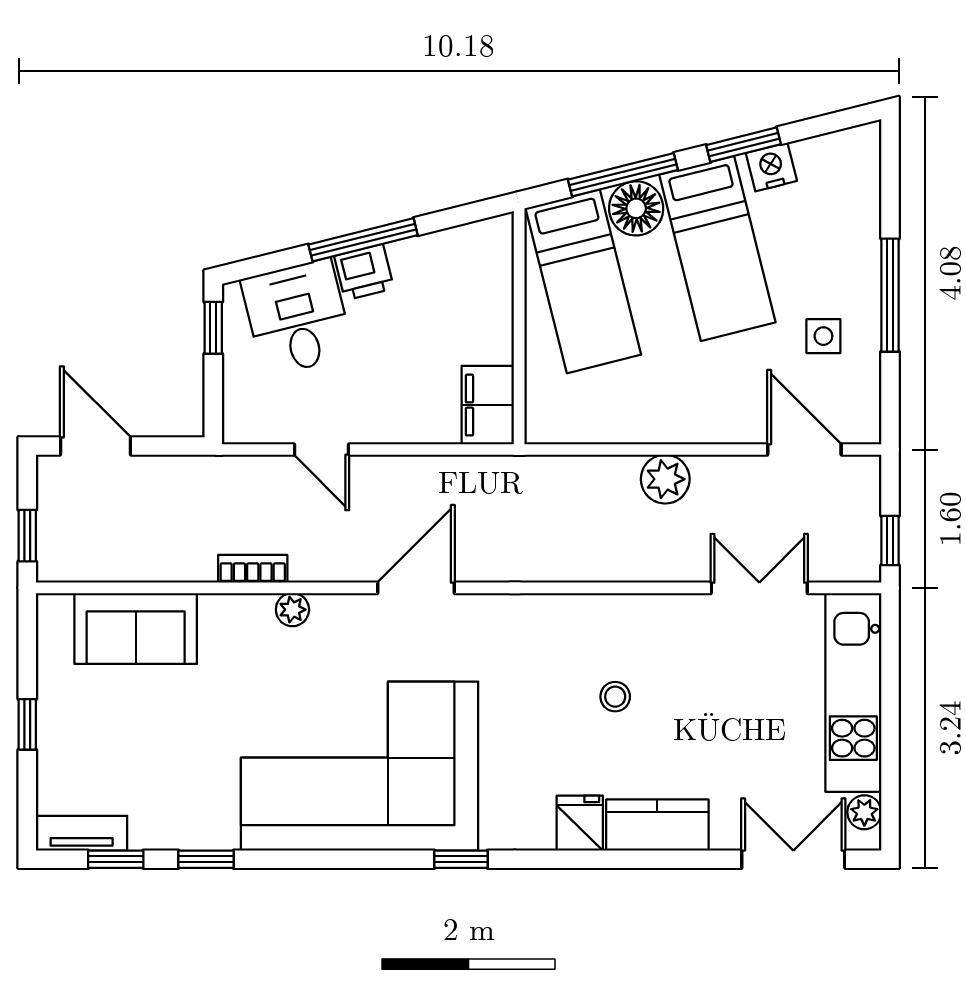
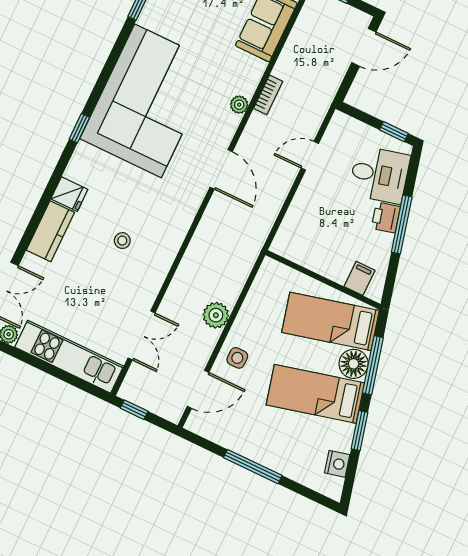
nightstand: (771, 167) -> (337, 464), moved
side table: (823, 336) -> (237, 358), moved
filing cabinet: (488, 405) -> (359, 278), moved, width x0.50

